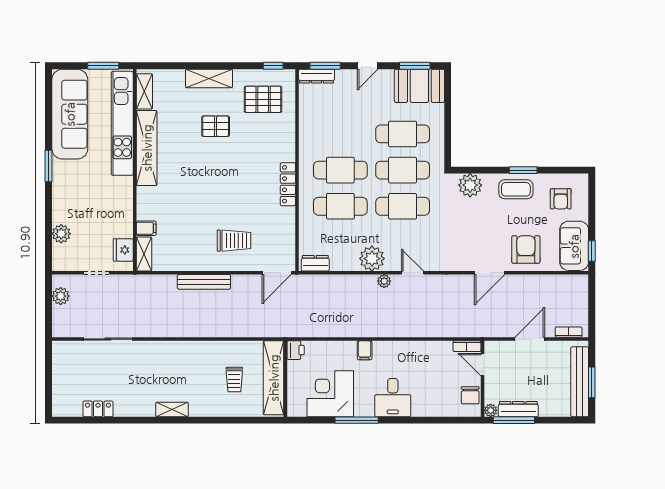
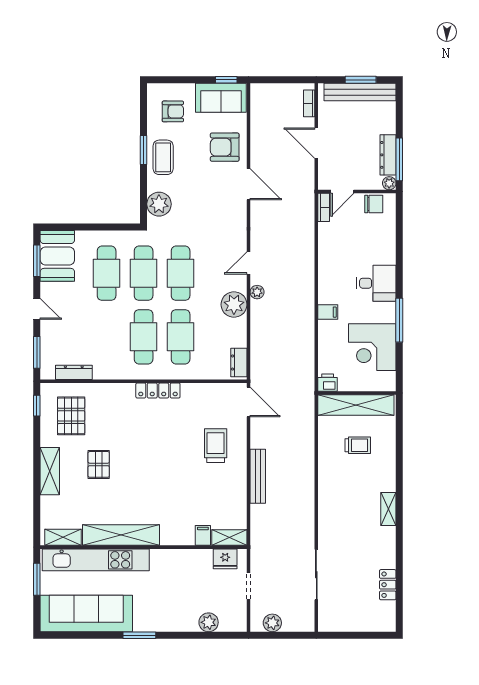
dresser: (316, 76) -> (74, 372), moved, turned -90

